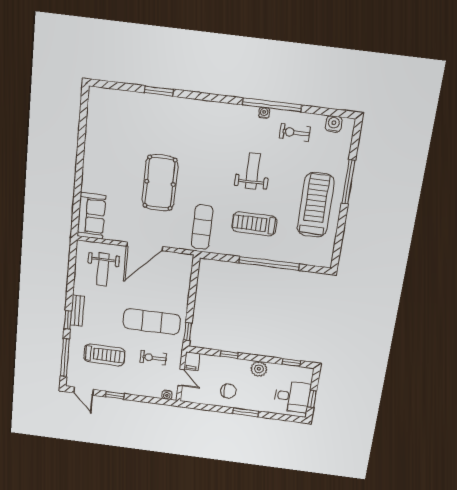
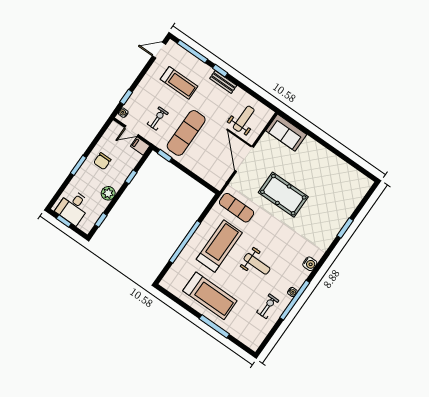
water cooler: (334, 124) -> (310, 264), moved
treadmill: (254, 224) -> (219, 246), width x1.37, depth x1.38
weight bench: (103, 269) -> (244, 119), turned 90
treadmill: (104, 355) -> (179, 83), turned -90
window: (115, 395) -> (126, 97), moved

